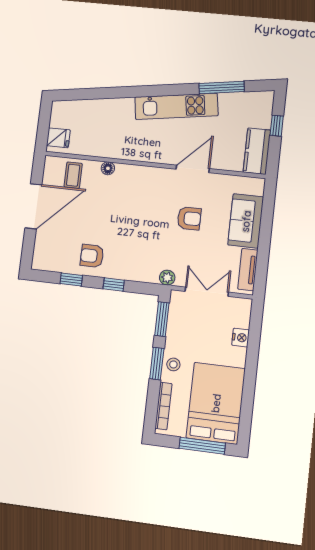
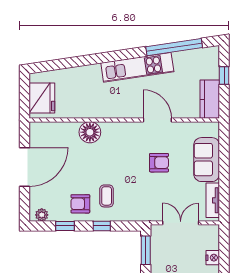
window: (222, 88) -> (174, 47), width x1.46
fridge: (58, 138) -> (42, 98), width x1.88, depth x1.34
floor lamp: (108, 168) -> (90, 132), width x1.89, depth x1.89
door: (193, 169) -> (157, 120), hinge flipped
coffee table: (73, 175) -> (107, 196), moved
plant: (167, 278) -> (42, 215), moved

